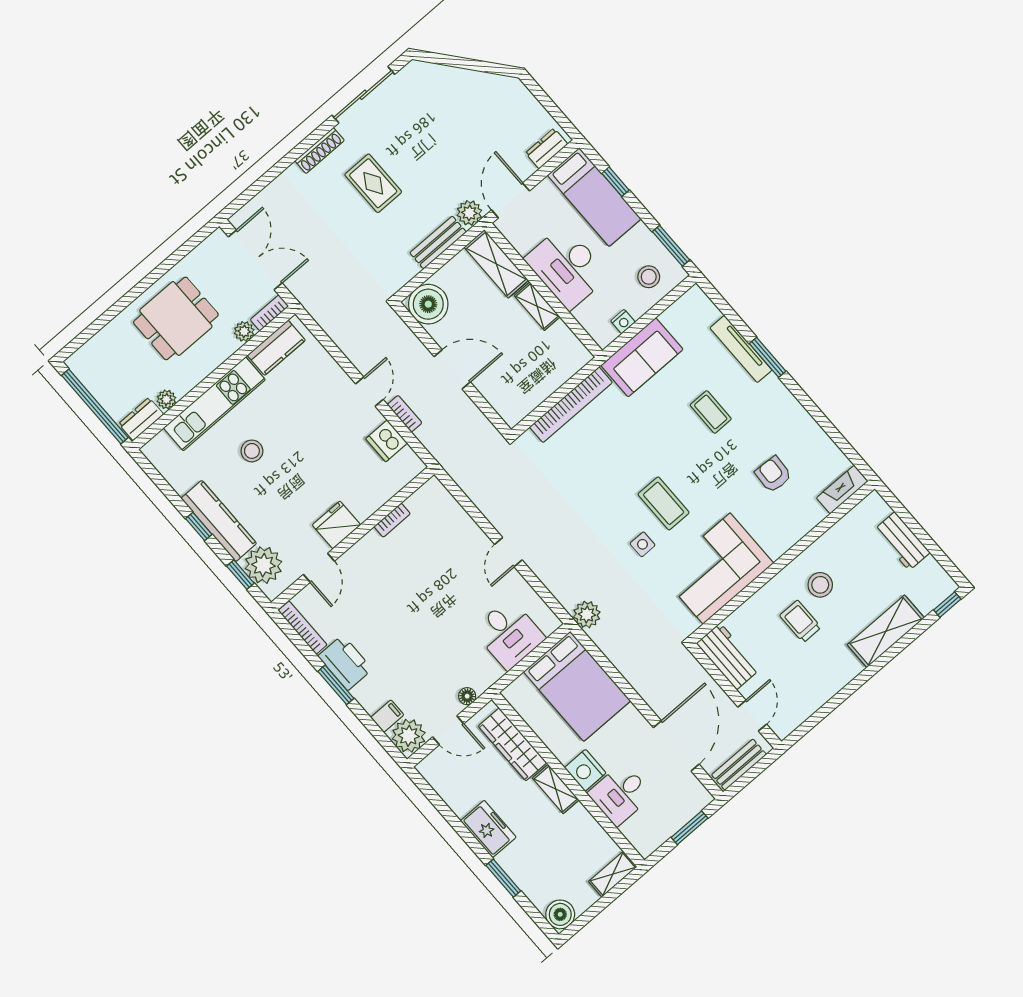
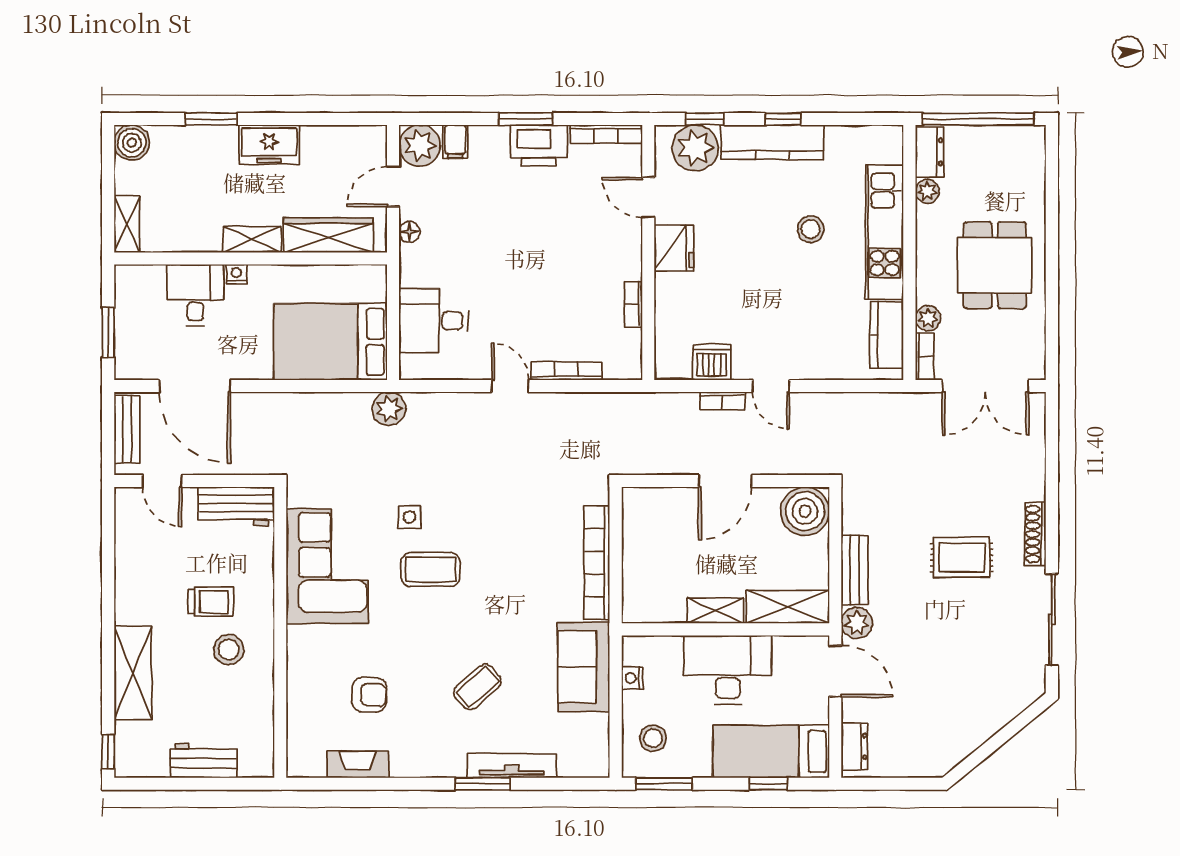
coffee table: (711, 412) -> (478, 687), turned -41
fireplace: (842, 490) -> (358, 764), moved, turned -90
bookcase: (469, 526) -> (566, 371), added
nightstand: (585, 770) -> (236, 274), width x0.53, depth x0.56

